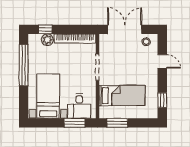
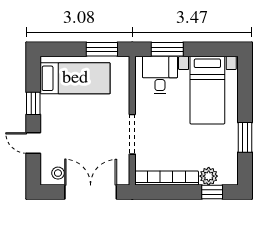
double door: (125, 29) -> (91, 192), swing flipped
window: (24, 65) -> (245, 137), width x0.47
bed: (122, 95) -> (75, 78), moved, turned 180
window: (162, 100) -> (33, 103), moved

